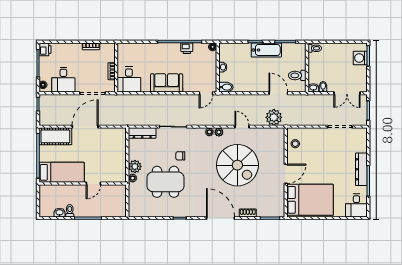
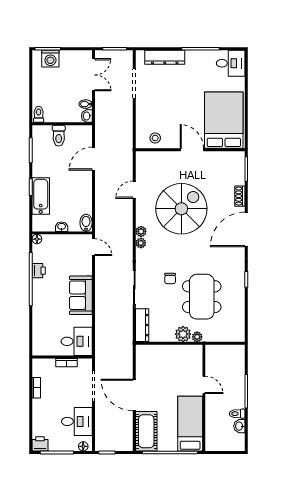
bathtub: (266, 50) -> (41, 196), moved
toilet: (297, 75) -> (59, 136), moved
plant: (274, 117) -> (123, 164), removed
door: (242, 127) -> (134, 190), moved
dresser: (361, 169) -> (165, 57), moved

